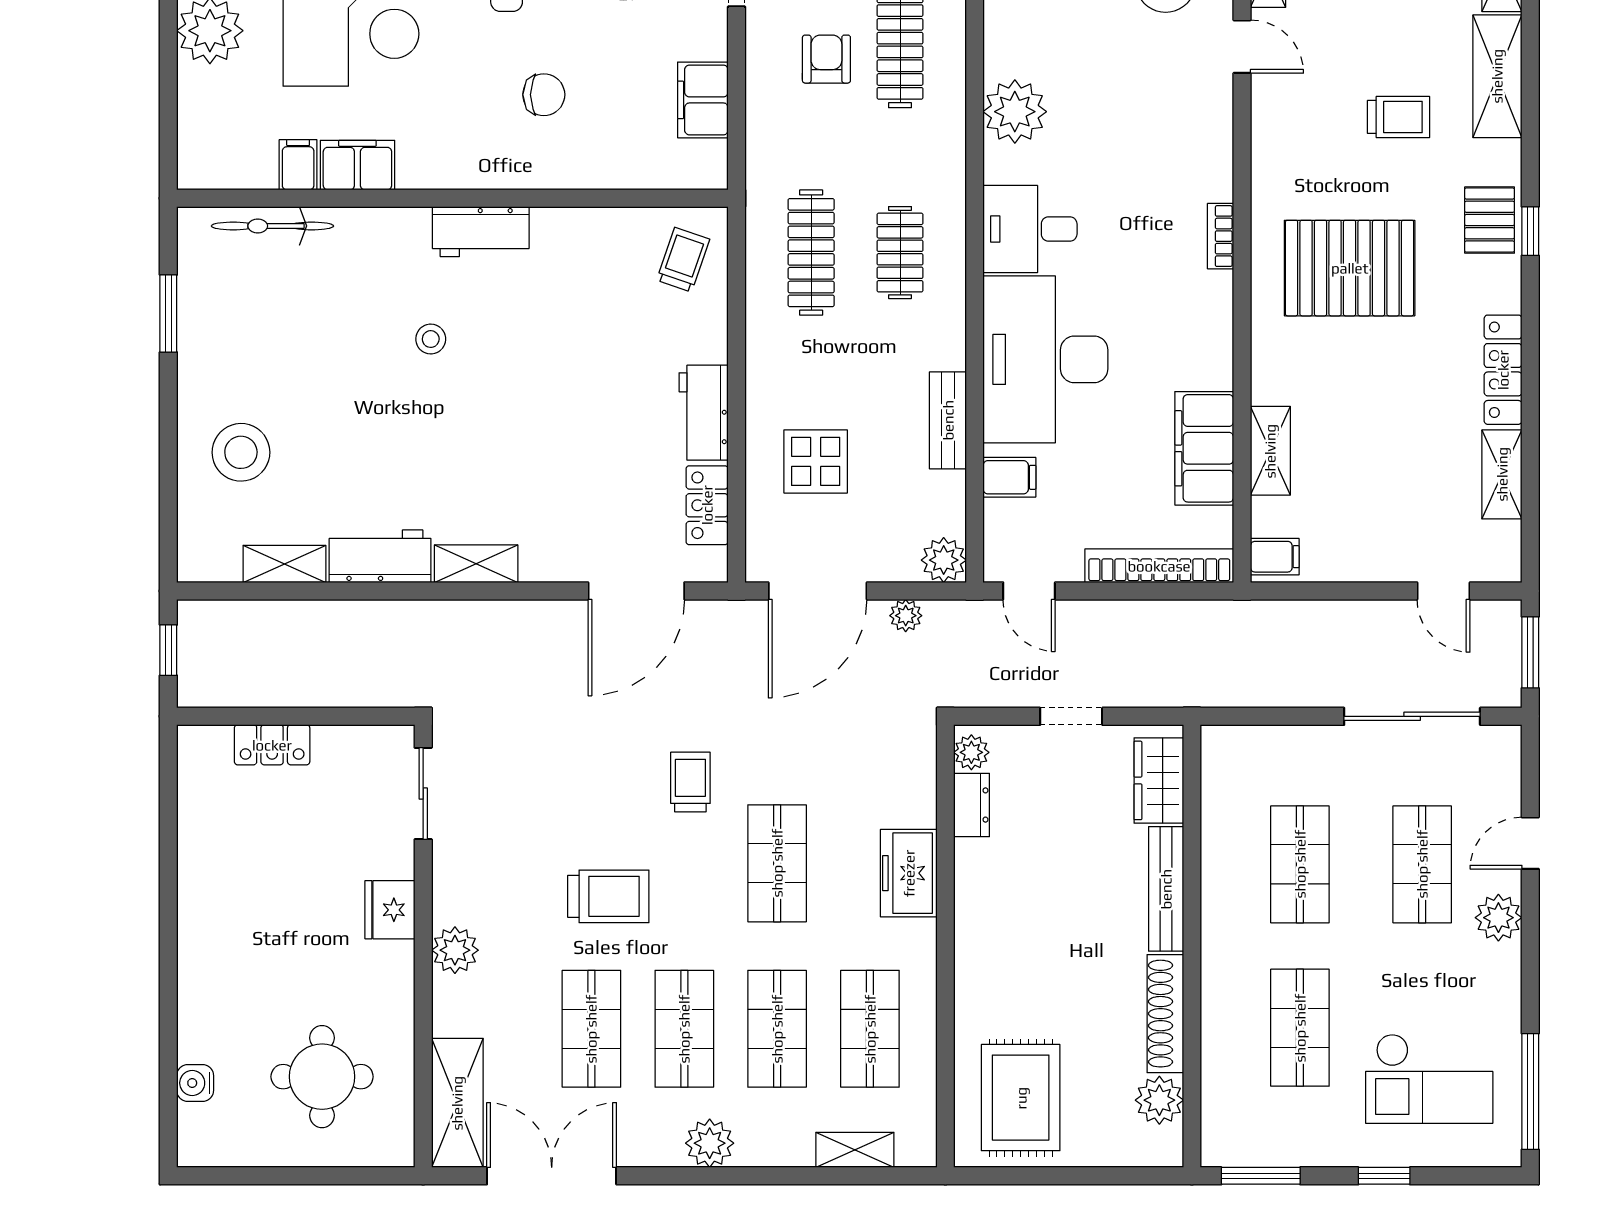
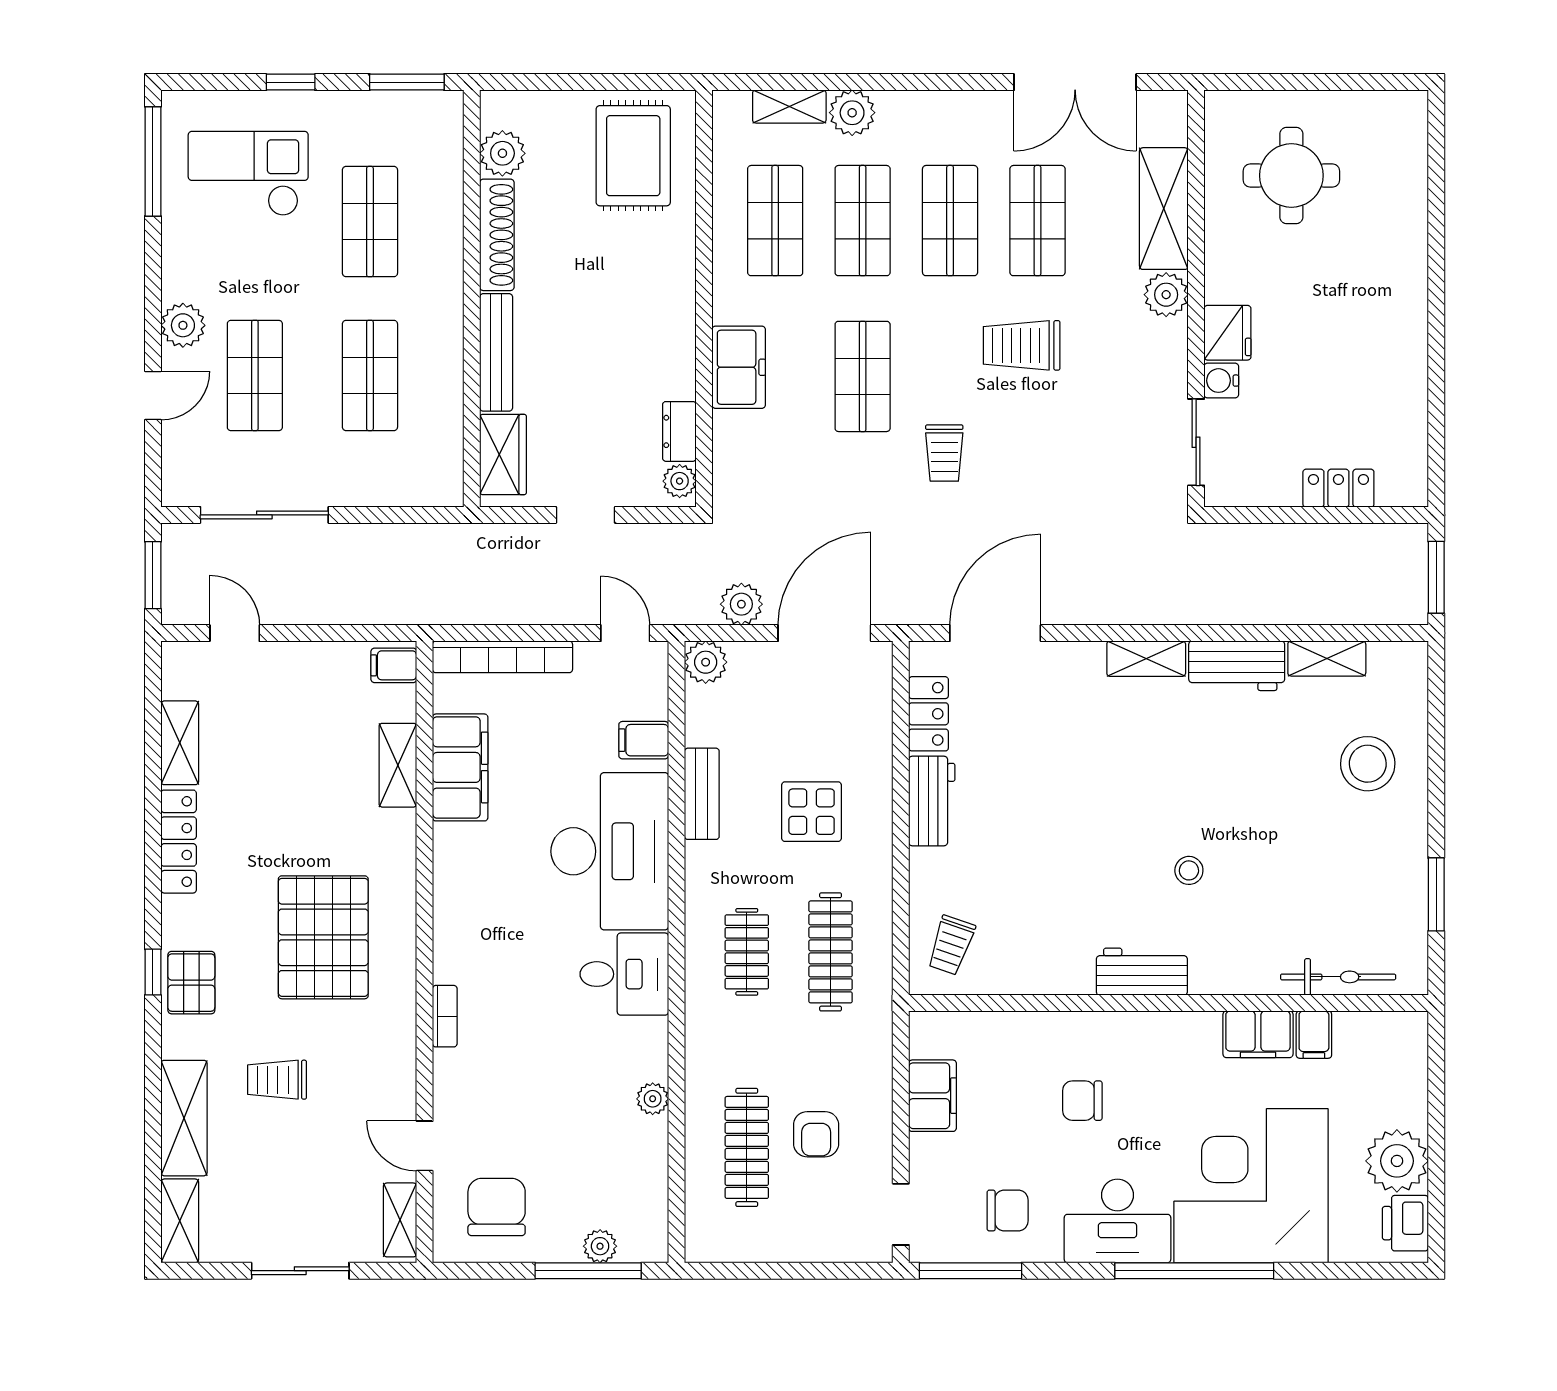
plant: (1015, 112) -> (653, 1099), width x0.53, depth x0.53
bookcase: (1221, 236) -> (445, 1016), moved
pallet: (1350, 268) -> (323, 937), turned 90
display table: (816, 461) -> (812, 812), moved
plant: (906, 616) -> (741, 604), width x1.38, depth x1.38
window: (168, 650) -> (1436, 577), width x1.50
water cooler: (195, 1083) -> (1221, 381), moved, turned 180
shelving: (457, 1103) -> (1164, 209), moved
plant: (710, 1143) -> (852, 113), moved

